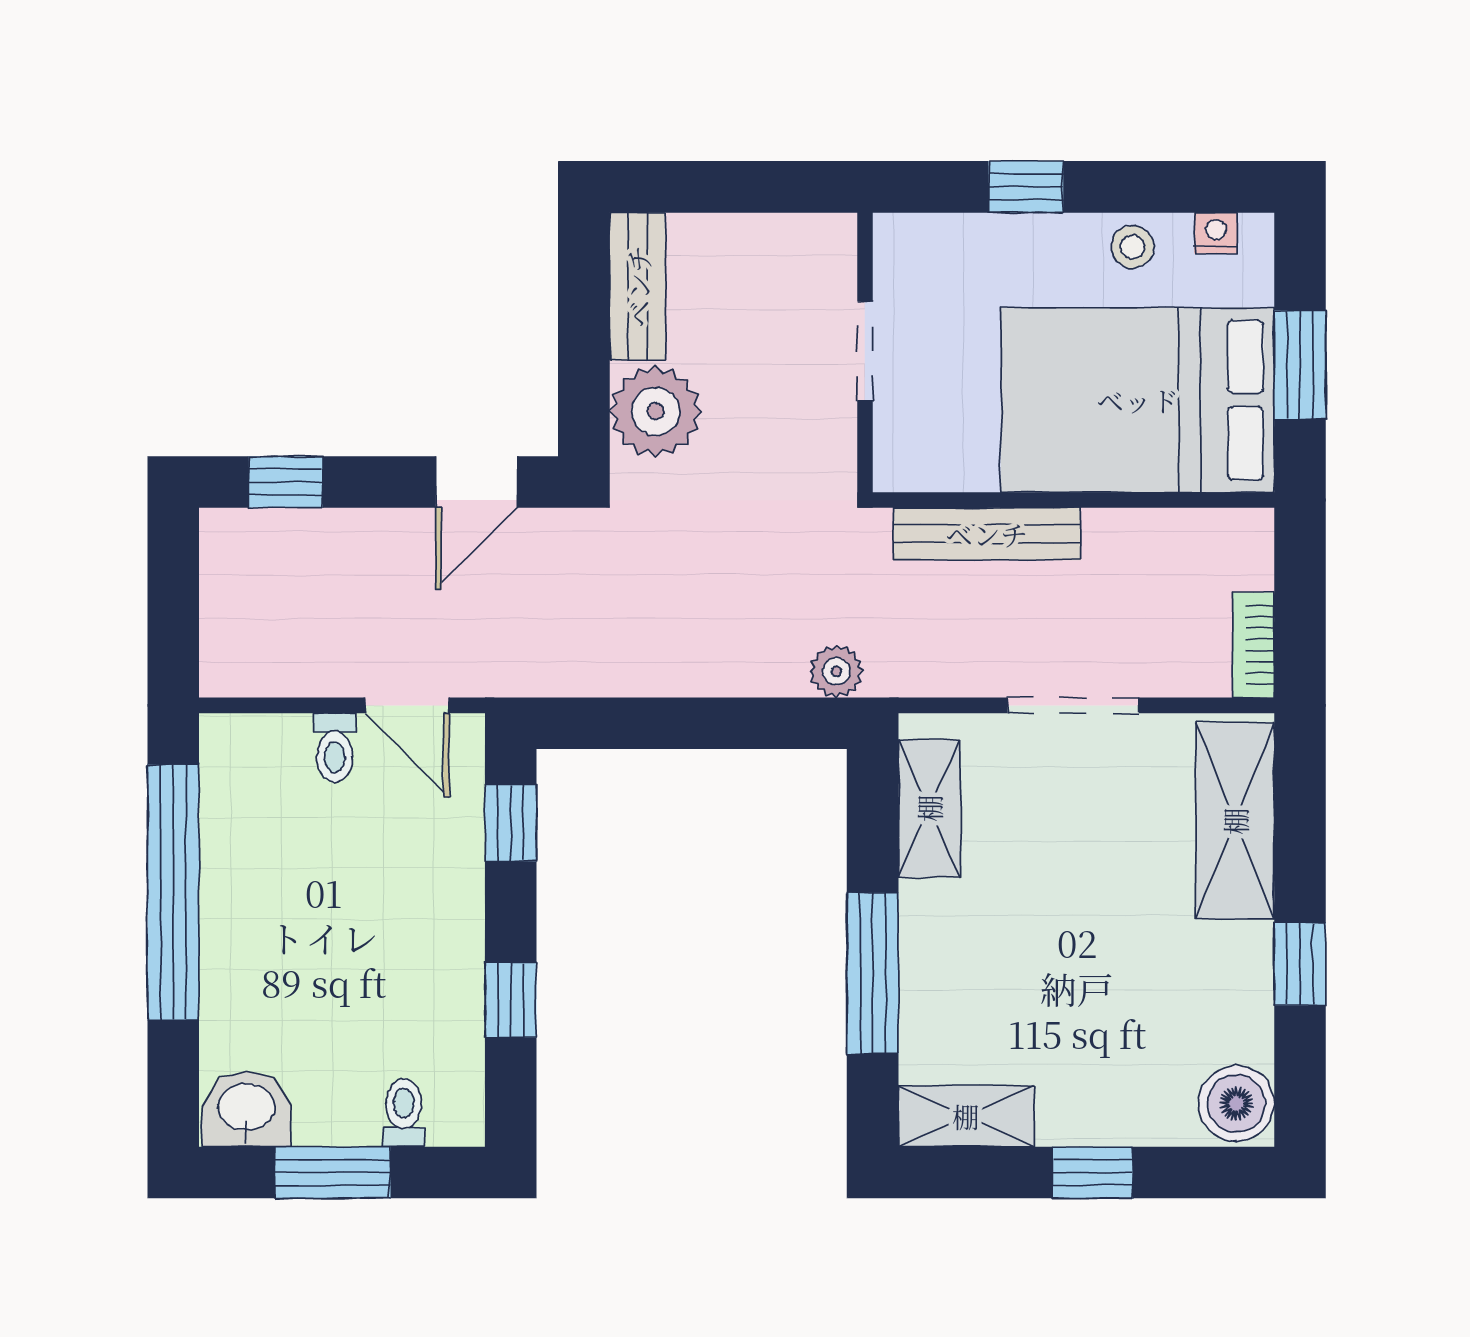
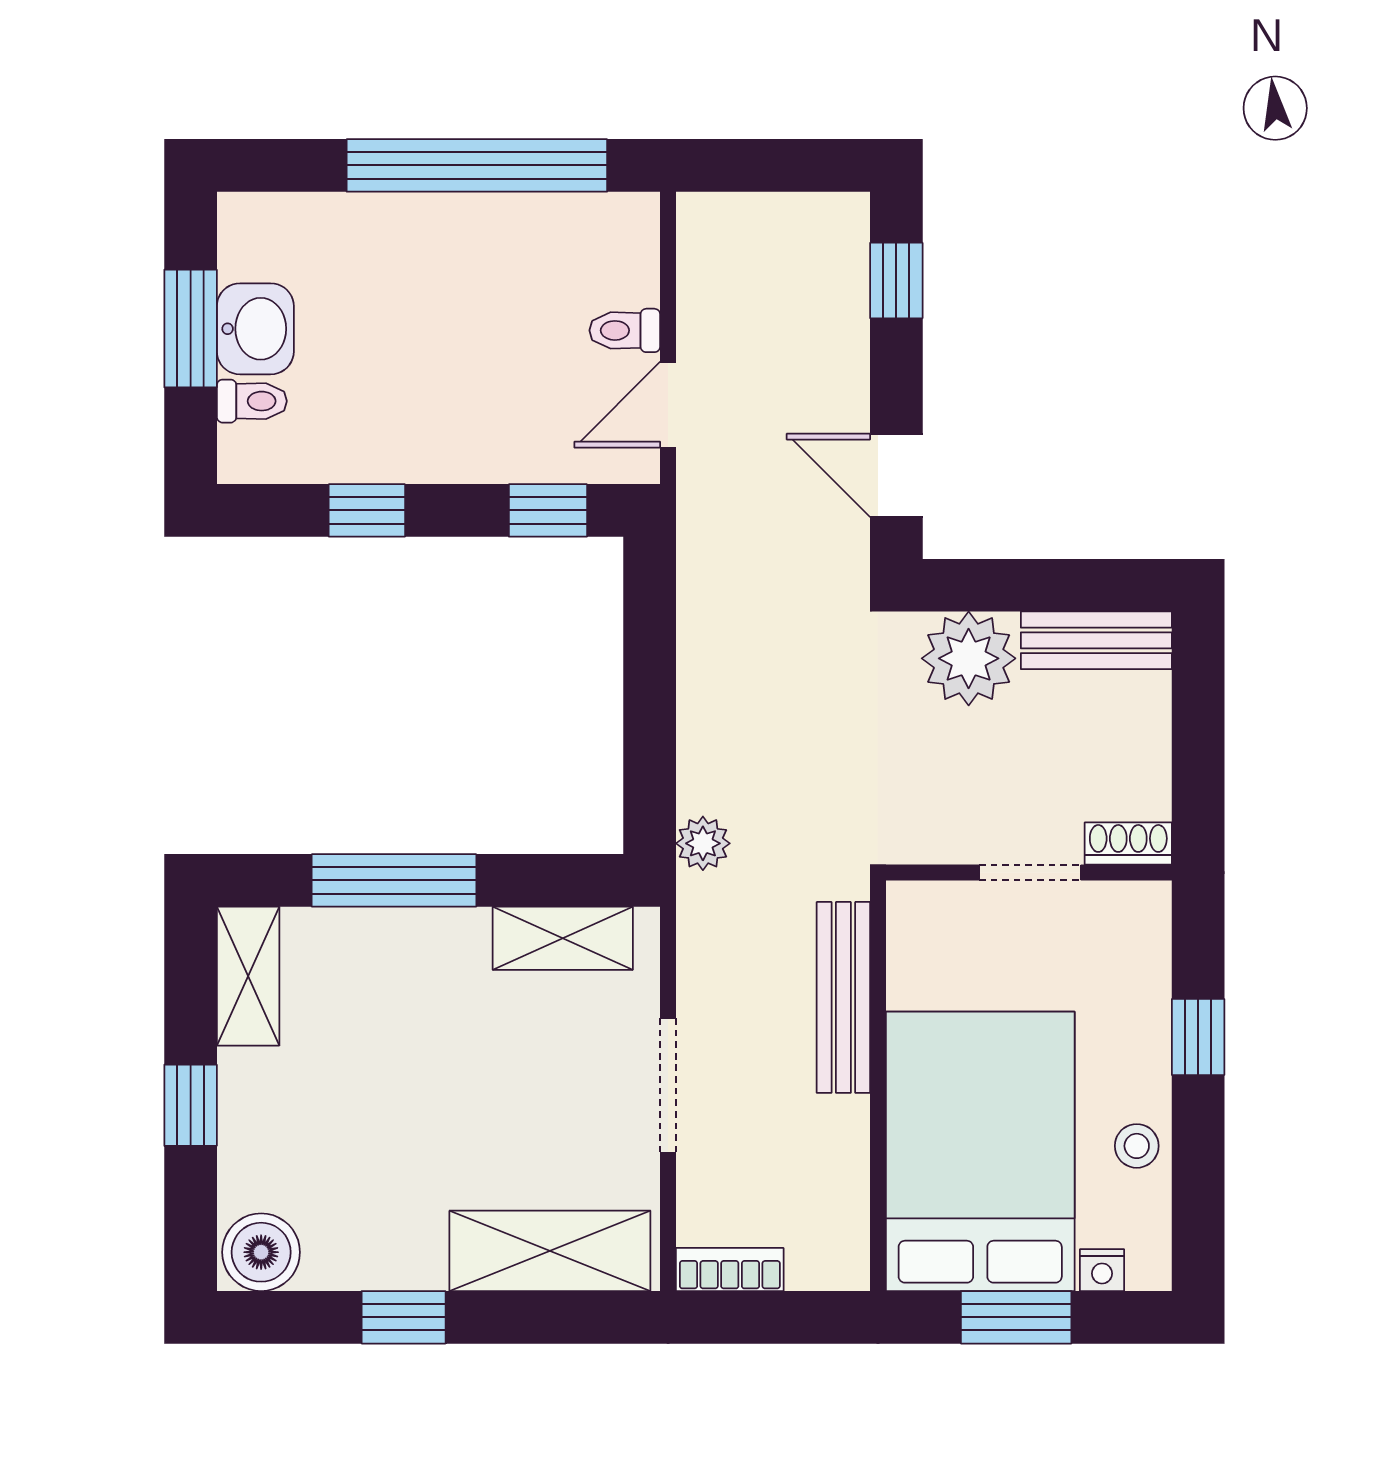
nightstand: (1216, 233) -> (1102, 1270), moved, turned 90
shoe rack: (837, 255) -> (1128, 844), added
washbasin: (246, 1109) -> (255, 329), moved

